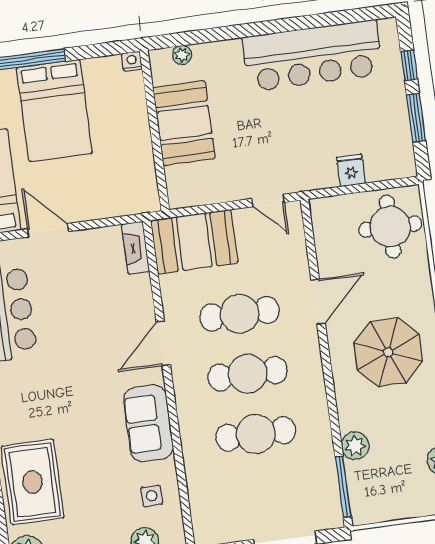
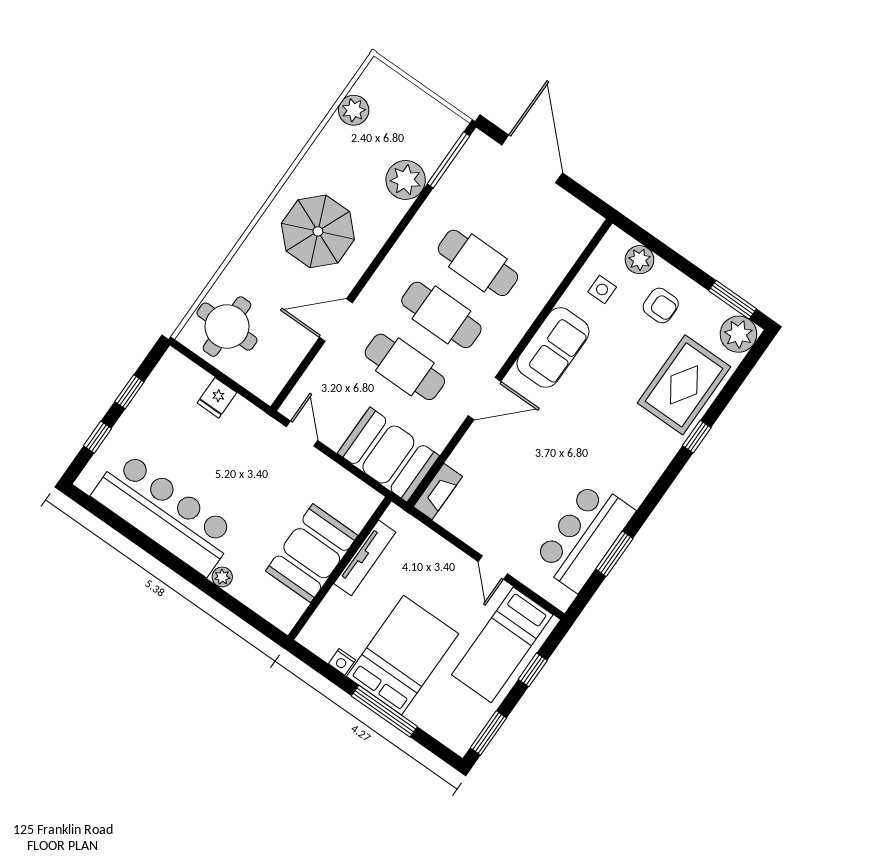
plant: (182, 55) -> (222, 577), moved
nightstand: (132, 61) -> (342, 662), moved
window: (416, 118) -> (129, 392), width x0.67
tv unit: (144, 154) -> (365, 558), added
door: (48, 230) -> (493, 568), width x0.73
plant: (355, 446) -> (406, 180), width x1.36, depth x1.36
armchair: (100, 523) -> (661, 306), added

